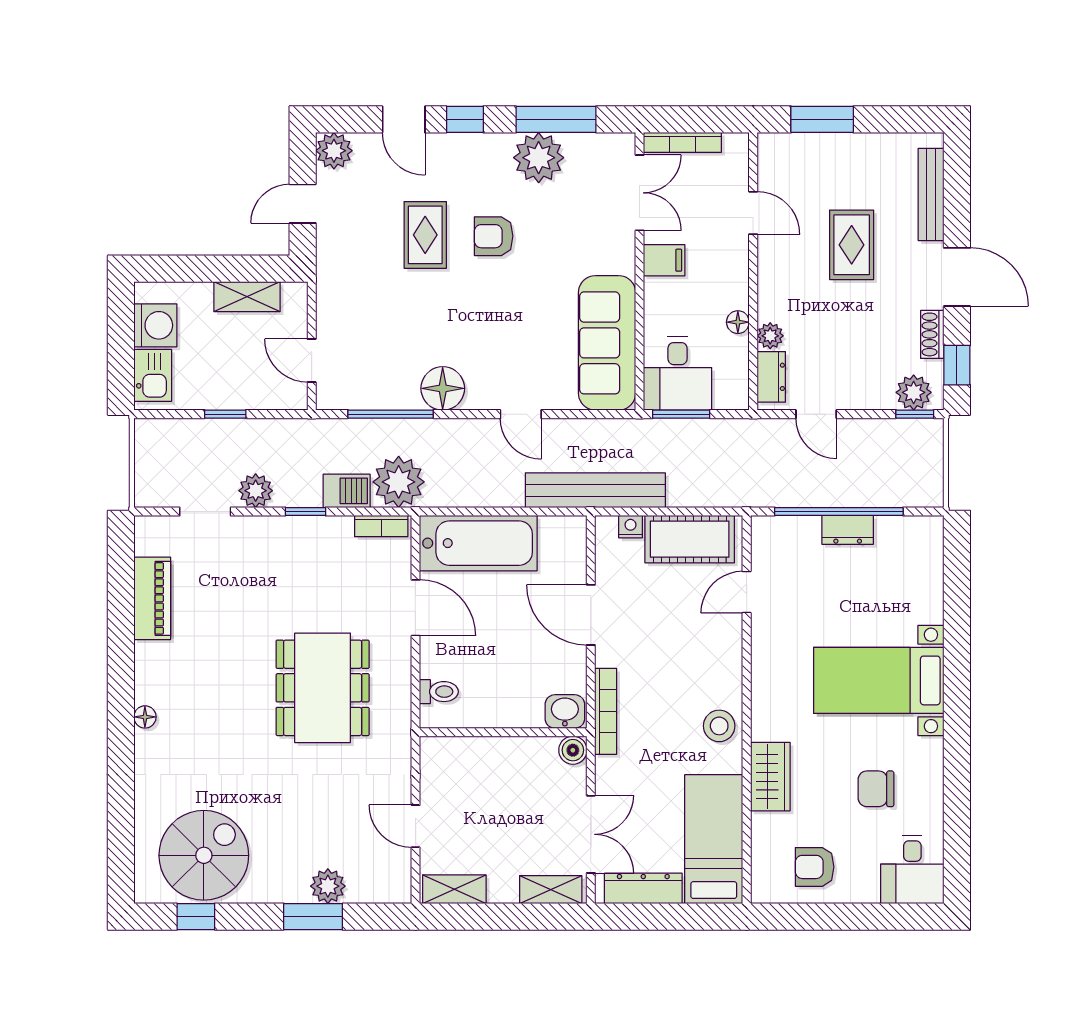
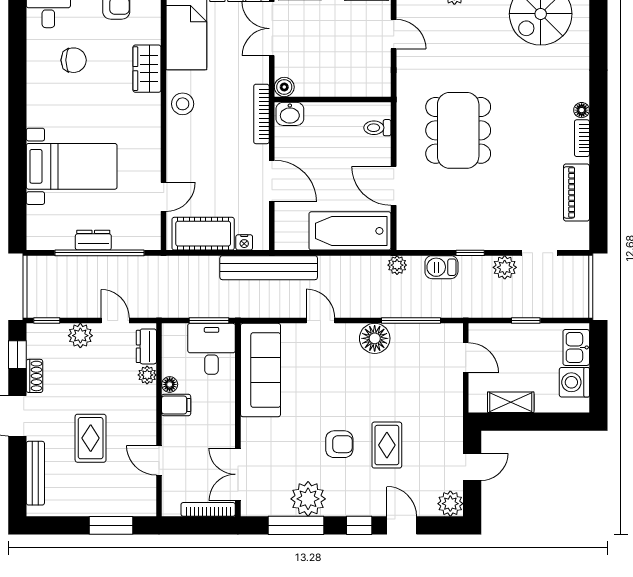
filing cabinet: (664, 260) -> (176, 405), moved, turned 180
plant: (914, 392) -> (80, 336), moved
plant: (399, 482) -> (397, 265), width x0.53, depth x0.53
bookcase: (381, 526) -> (582, 138), moved, turned -90
bed with nightstands: (879, 680) -> (72, 166), moved

